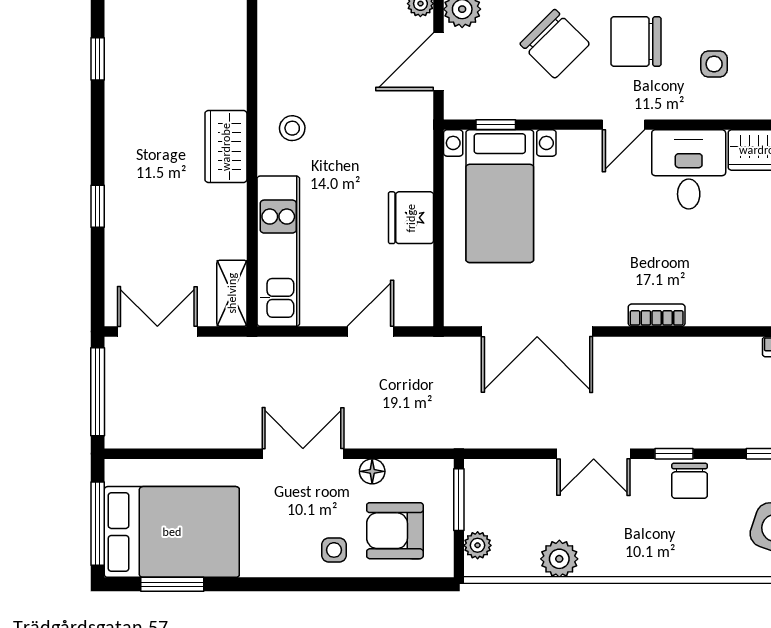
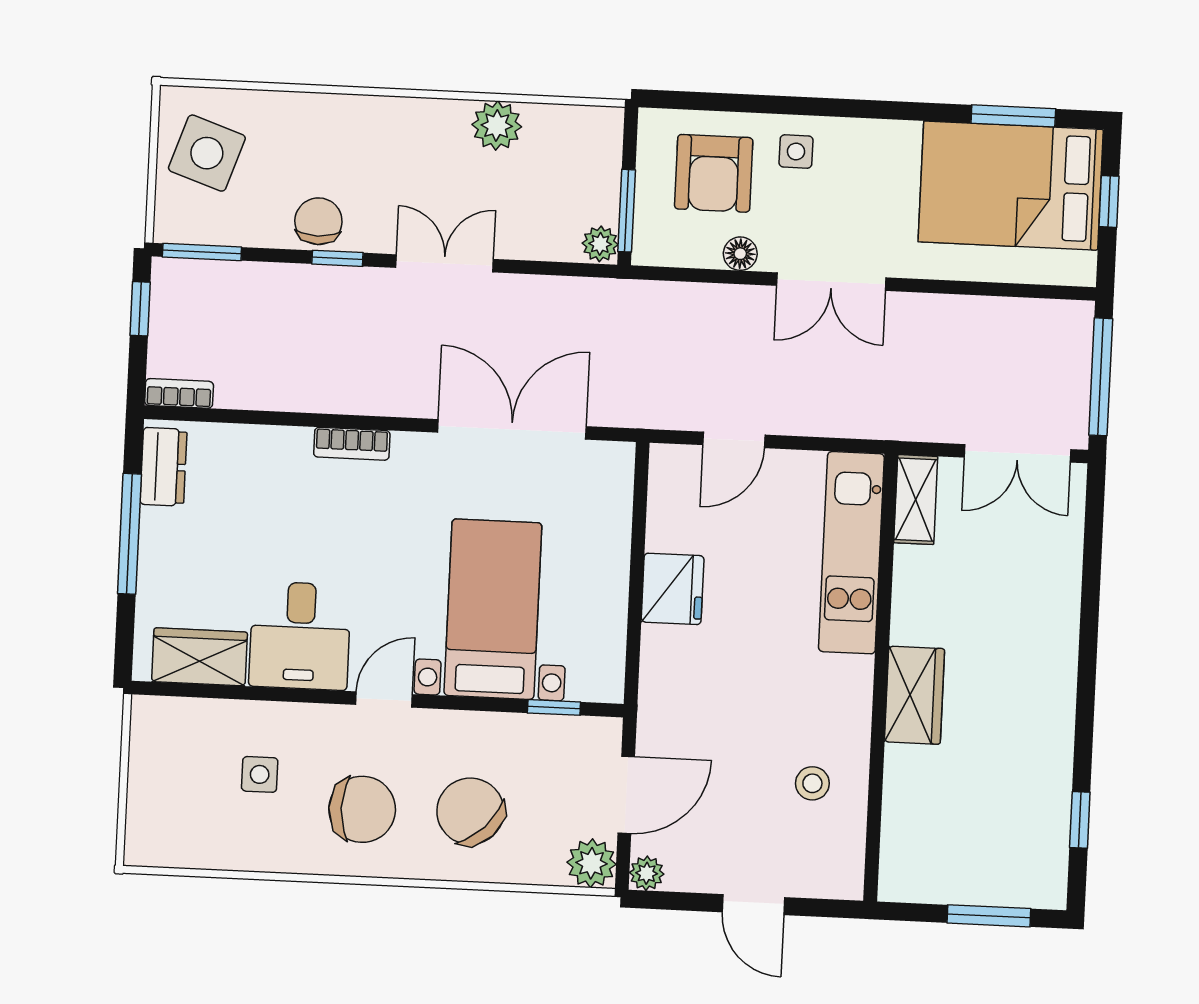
stool: (292, 128) -> (812, 783), moved
bed with nightstands: (500, 196) -> (493, 609), moved
window: (98, 206) -> (1089, 624), removed
window: (98, 524) -> (1109, 201), width x0.46
armchair: (395, 531) -> (714, 173), turned 90
plant: (478, 545) -> (600, 244), moved

